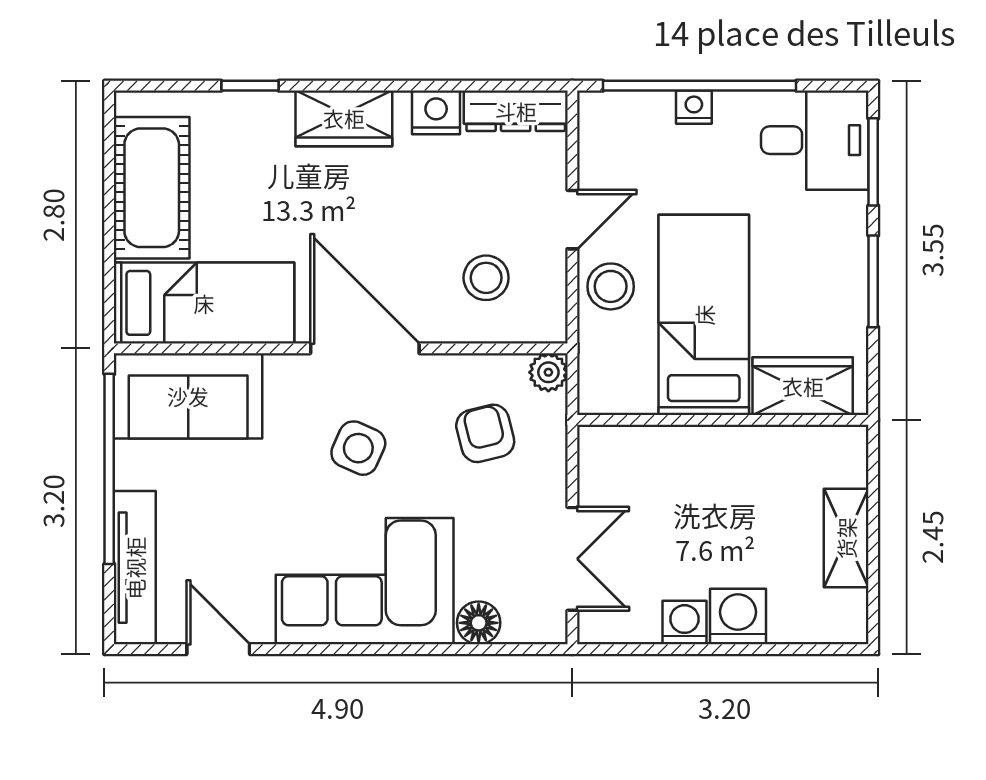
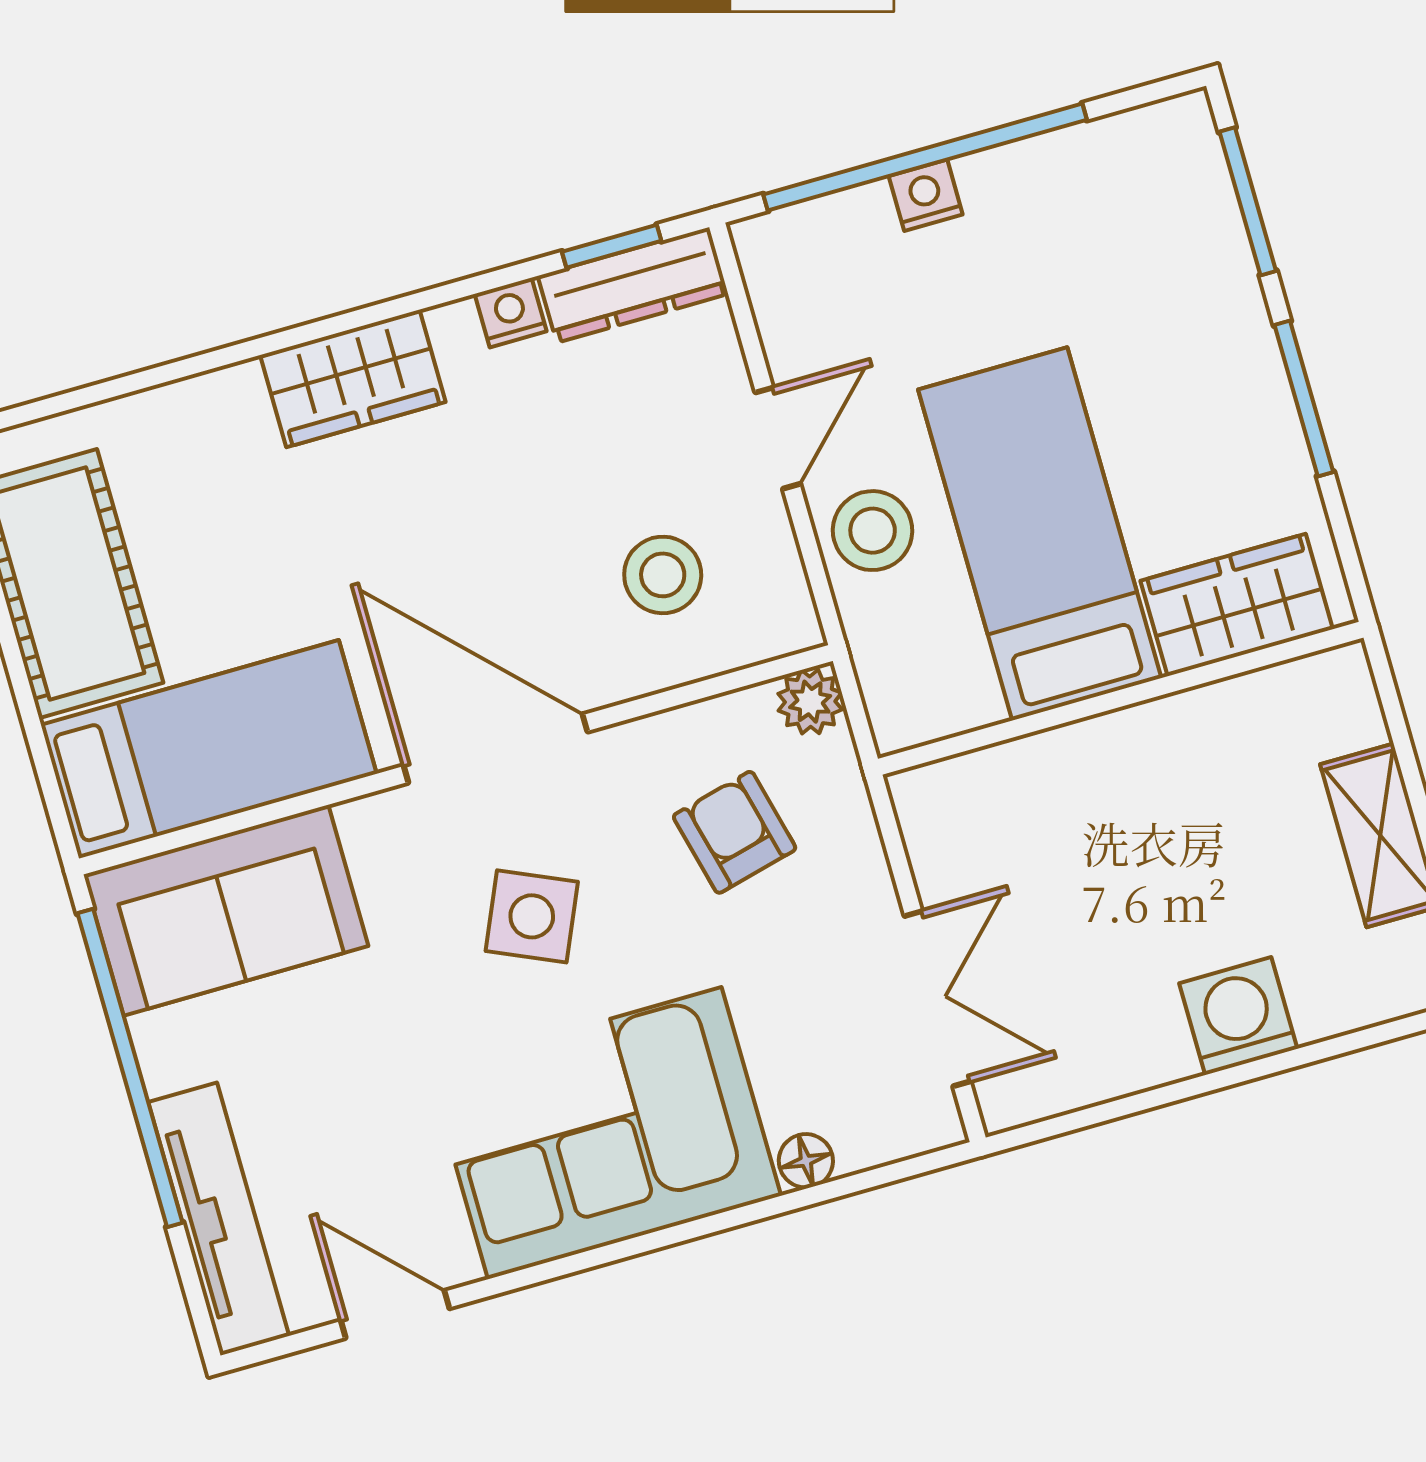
window: (250, 86) -> (612, 246), moved
nightstand: (436, 112) -> (511, 313), width x0.72, depth x0.74
desk: (815, 140) -> (1141, 193), removed
floor lamp: (479, 623) -> (806, 1161), width x0.73, depth x0.73
washing machine: (684, 623) -> (1153, 1051), removed

